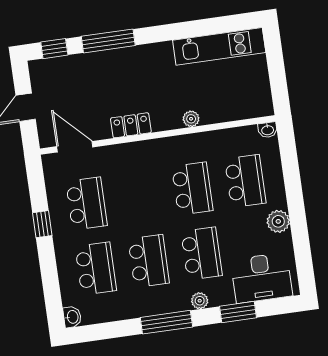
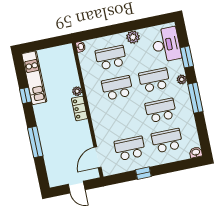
window: (54, 49) -> (26, 95), moved
locker: (131, 125) -> (79, 108), moved

